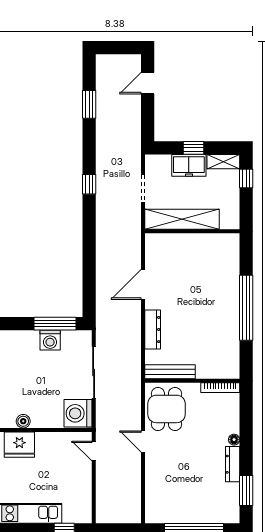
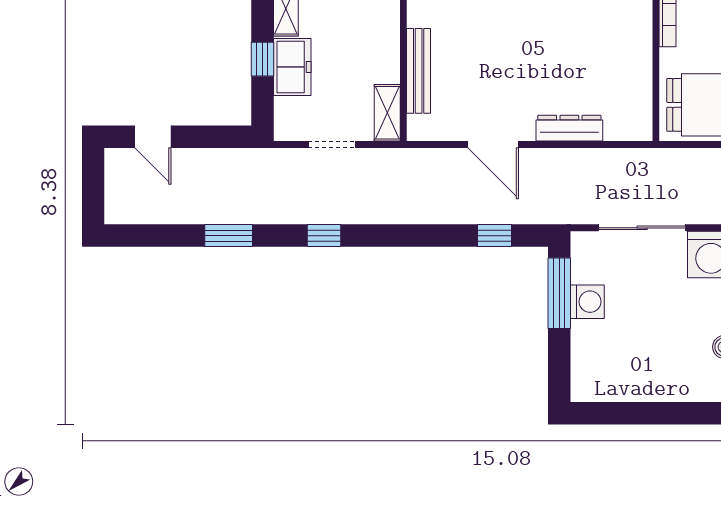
window: (89, 104) -> (229, 236), moved
shelving: (182, 219) -> (387, 113), width x0.45, depth x0.75
window: (89, 285) -> (494, 236), added
bench: (170, 372) -> (419, 71), moved

